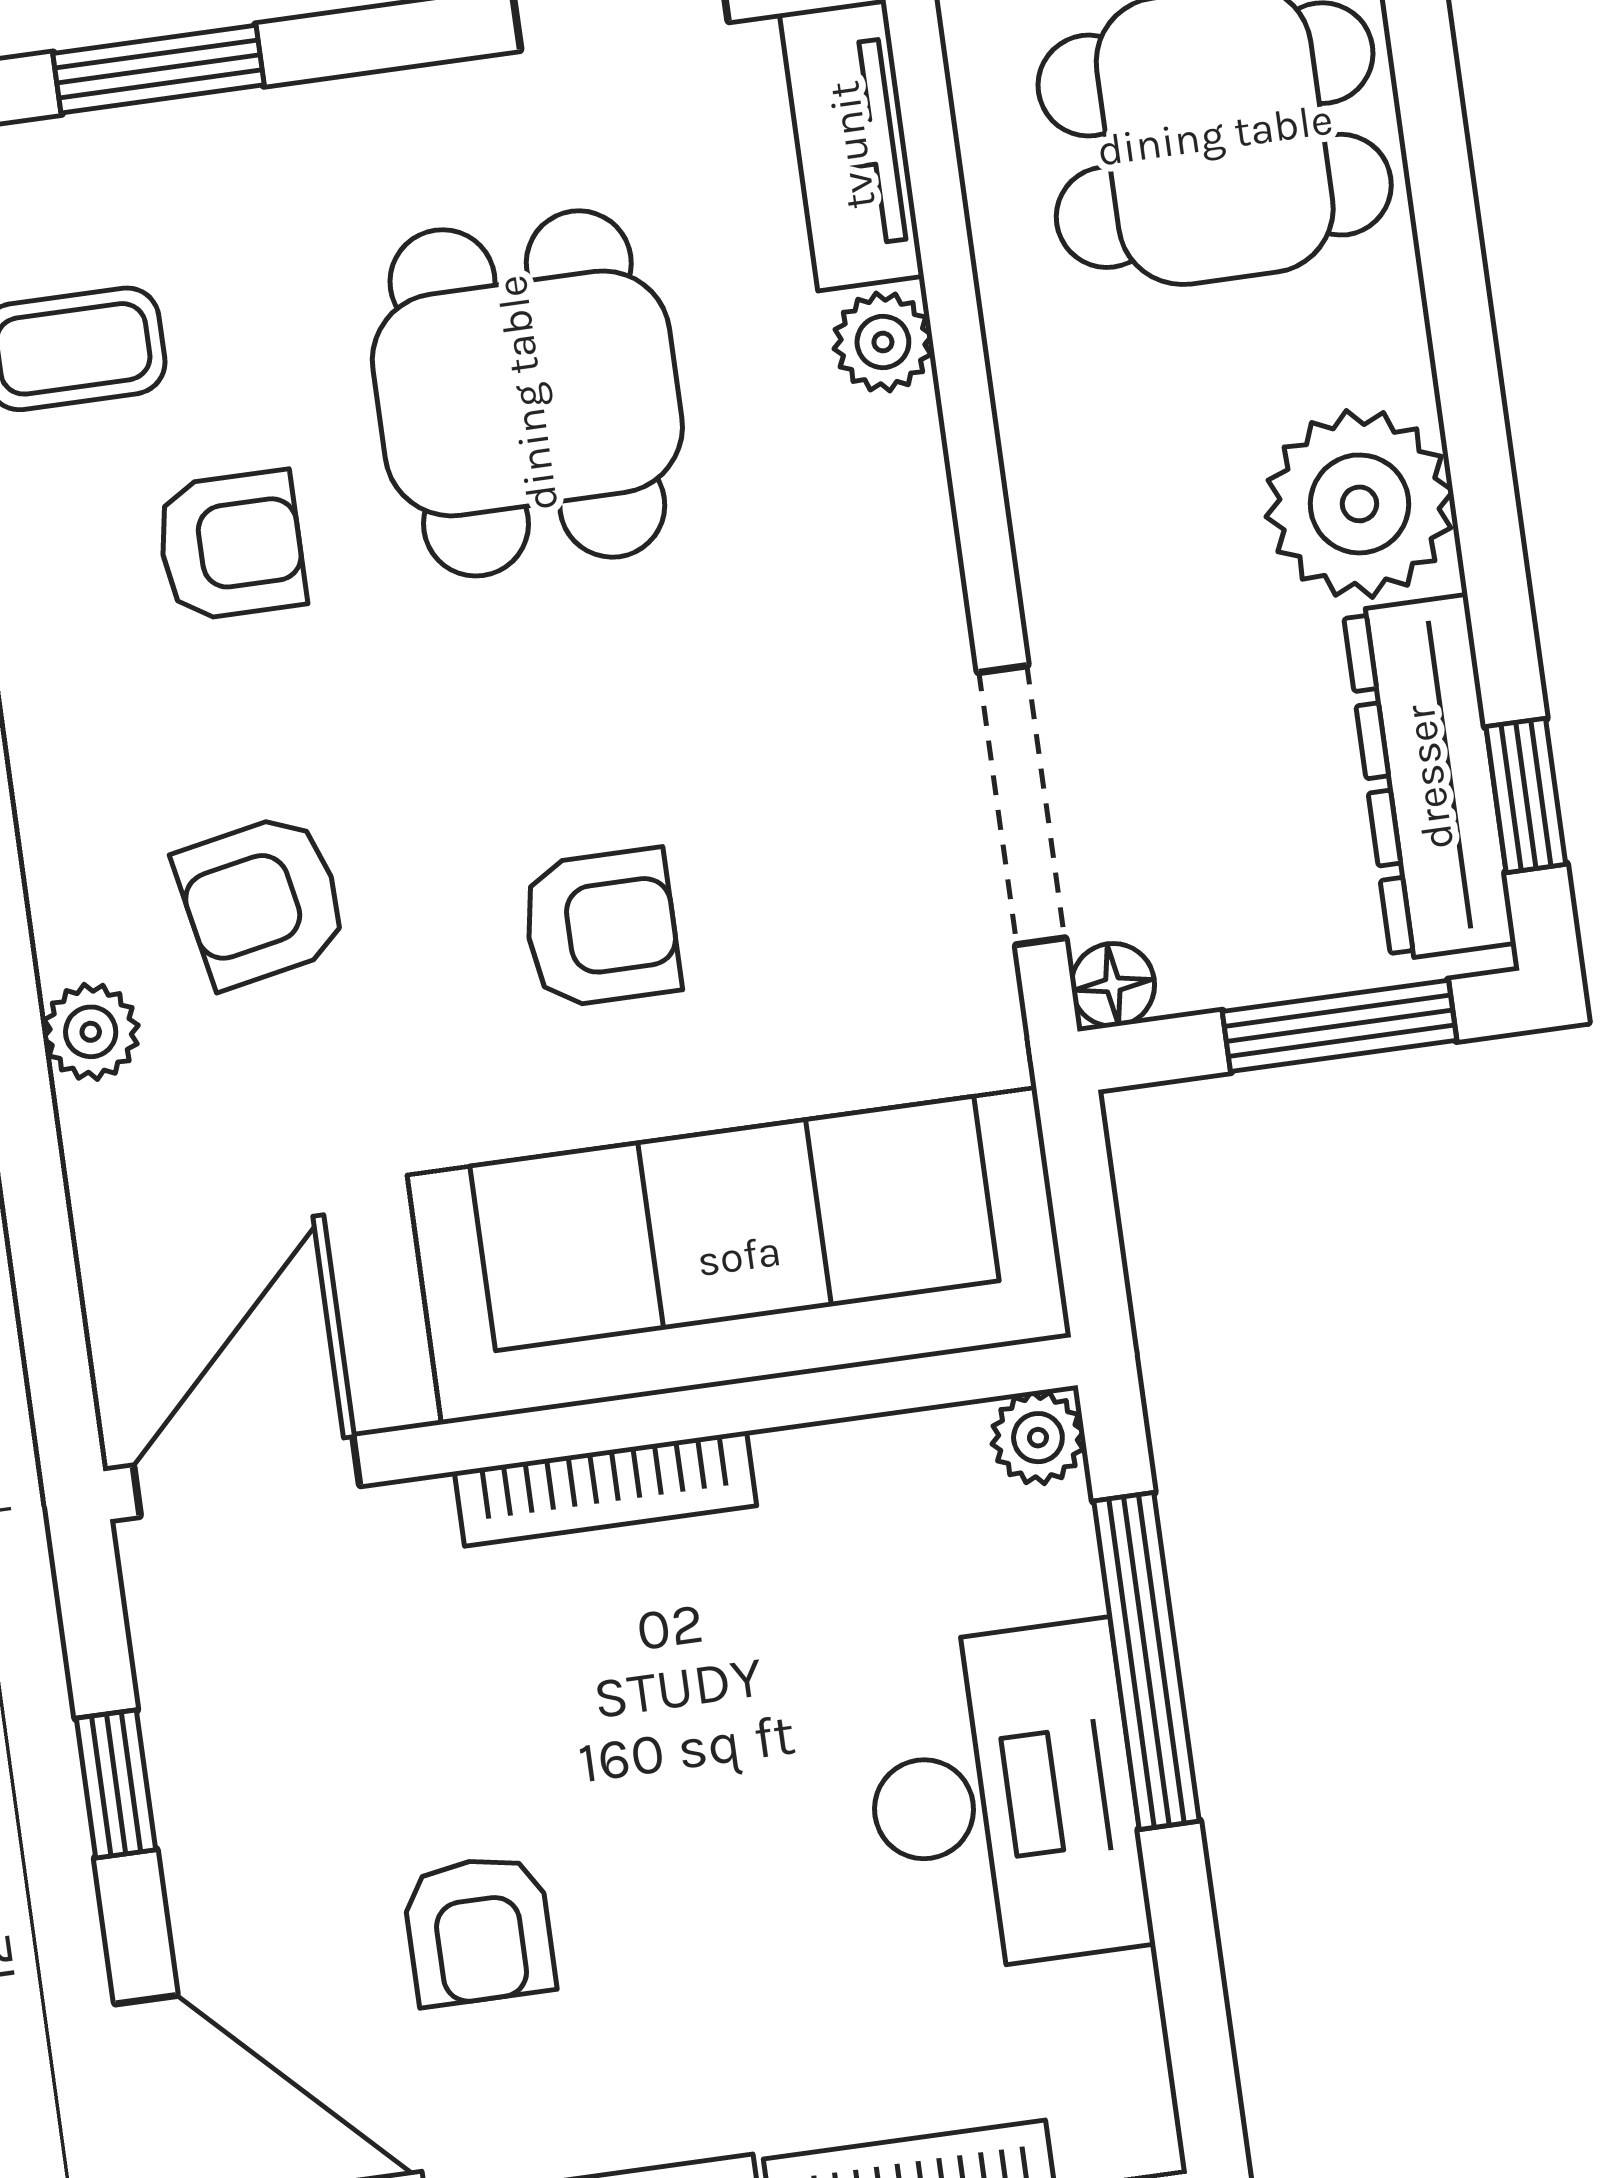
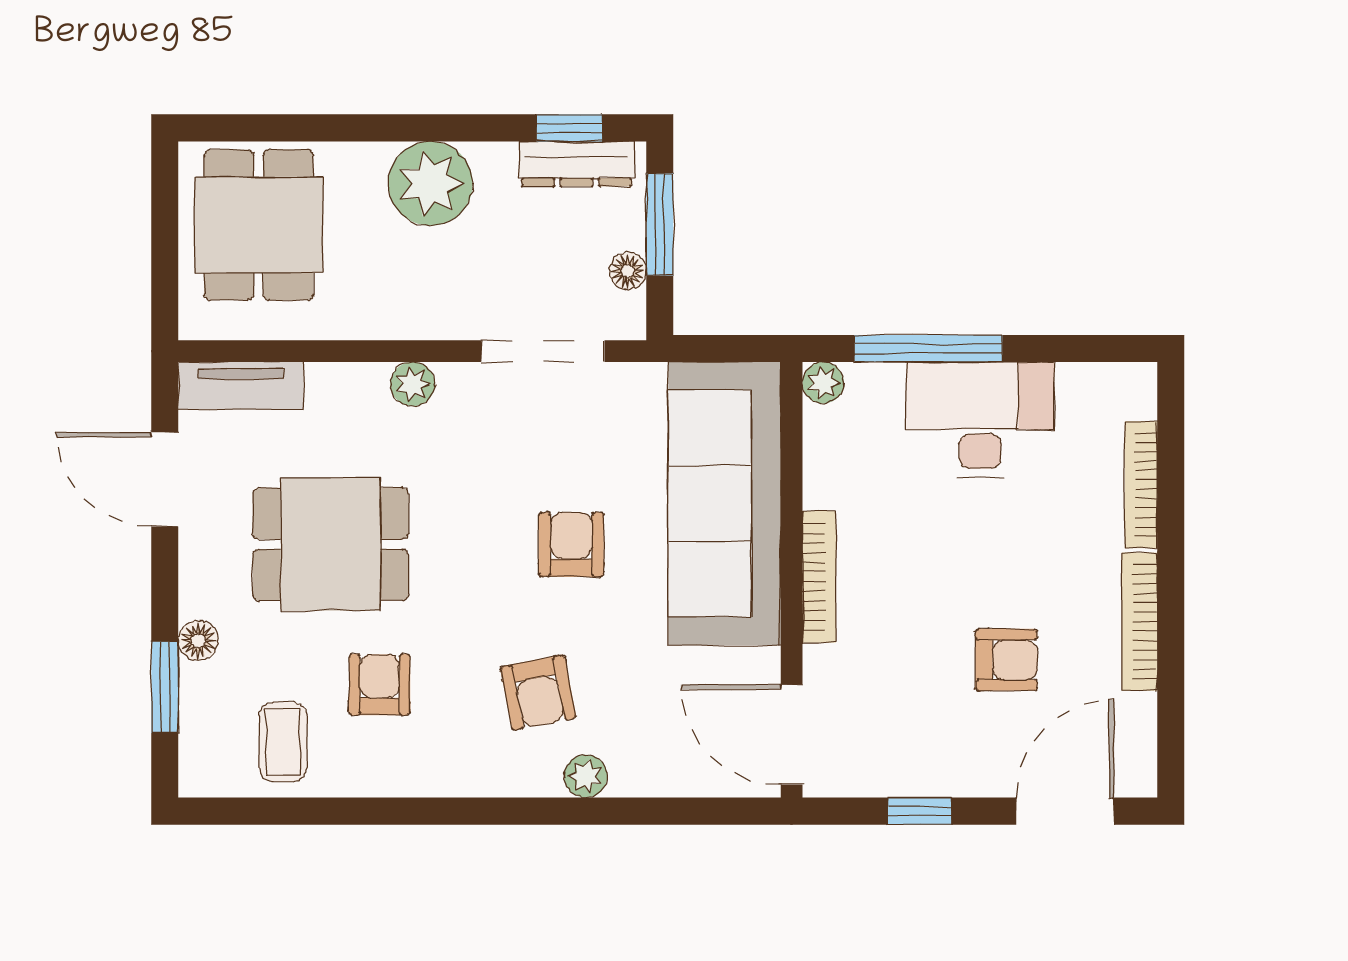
floor lamp: (272, 129) -> (198, 641), added
plant: (883, 342) -> (413, 384), moved
dresser: (1429, 777) -> (577, 164), width x0.73, depth x0.80
floor lamp: (1113, 985) -> (628, 271), moved

